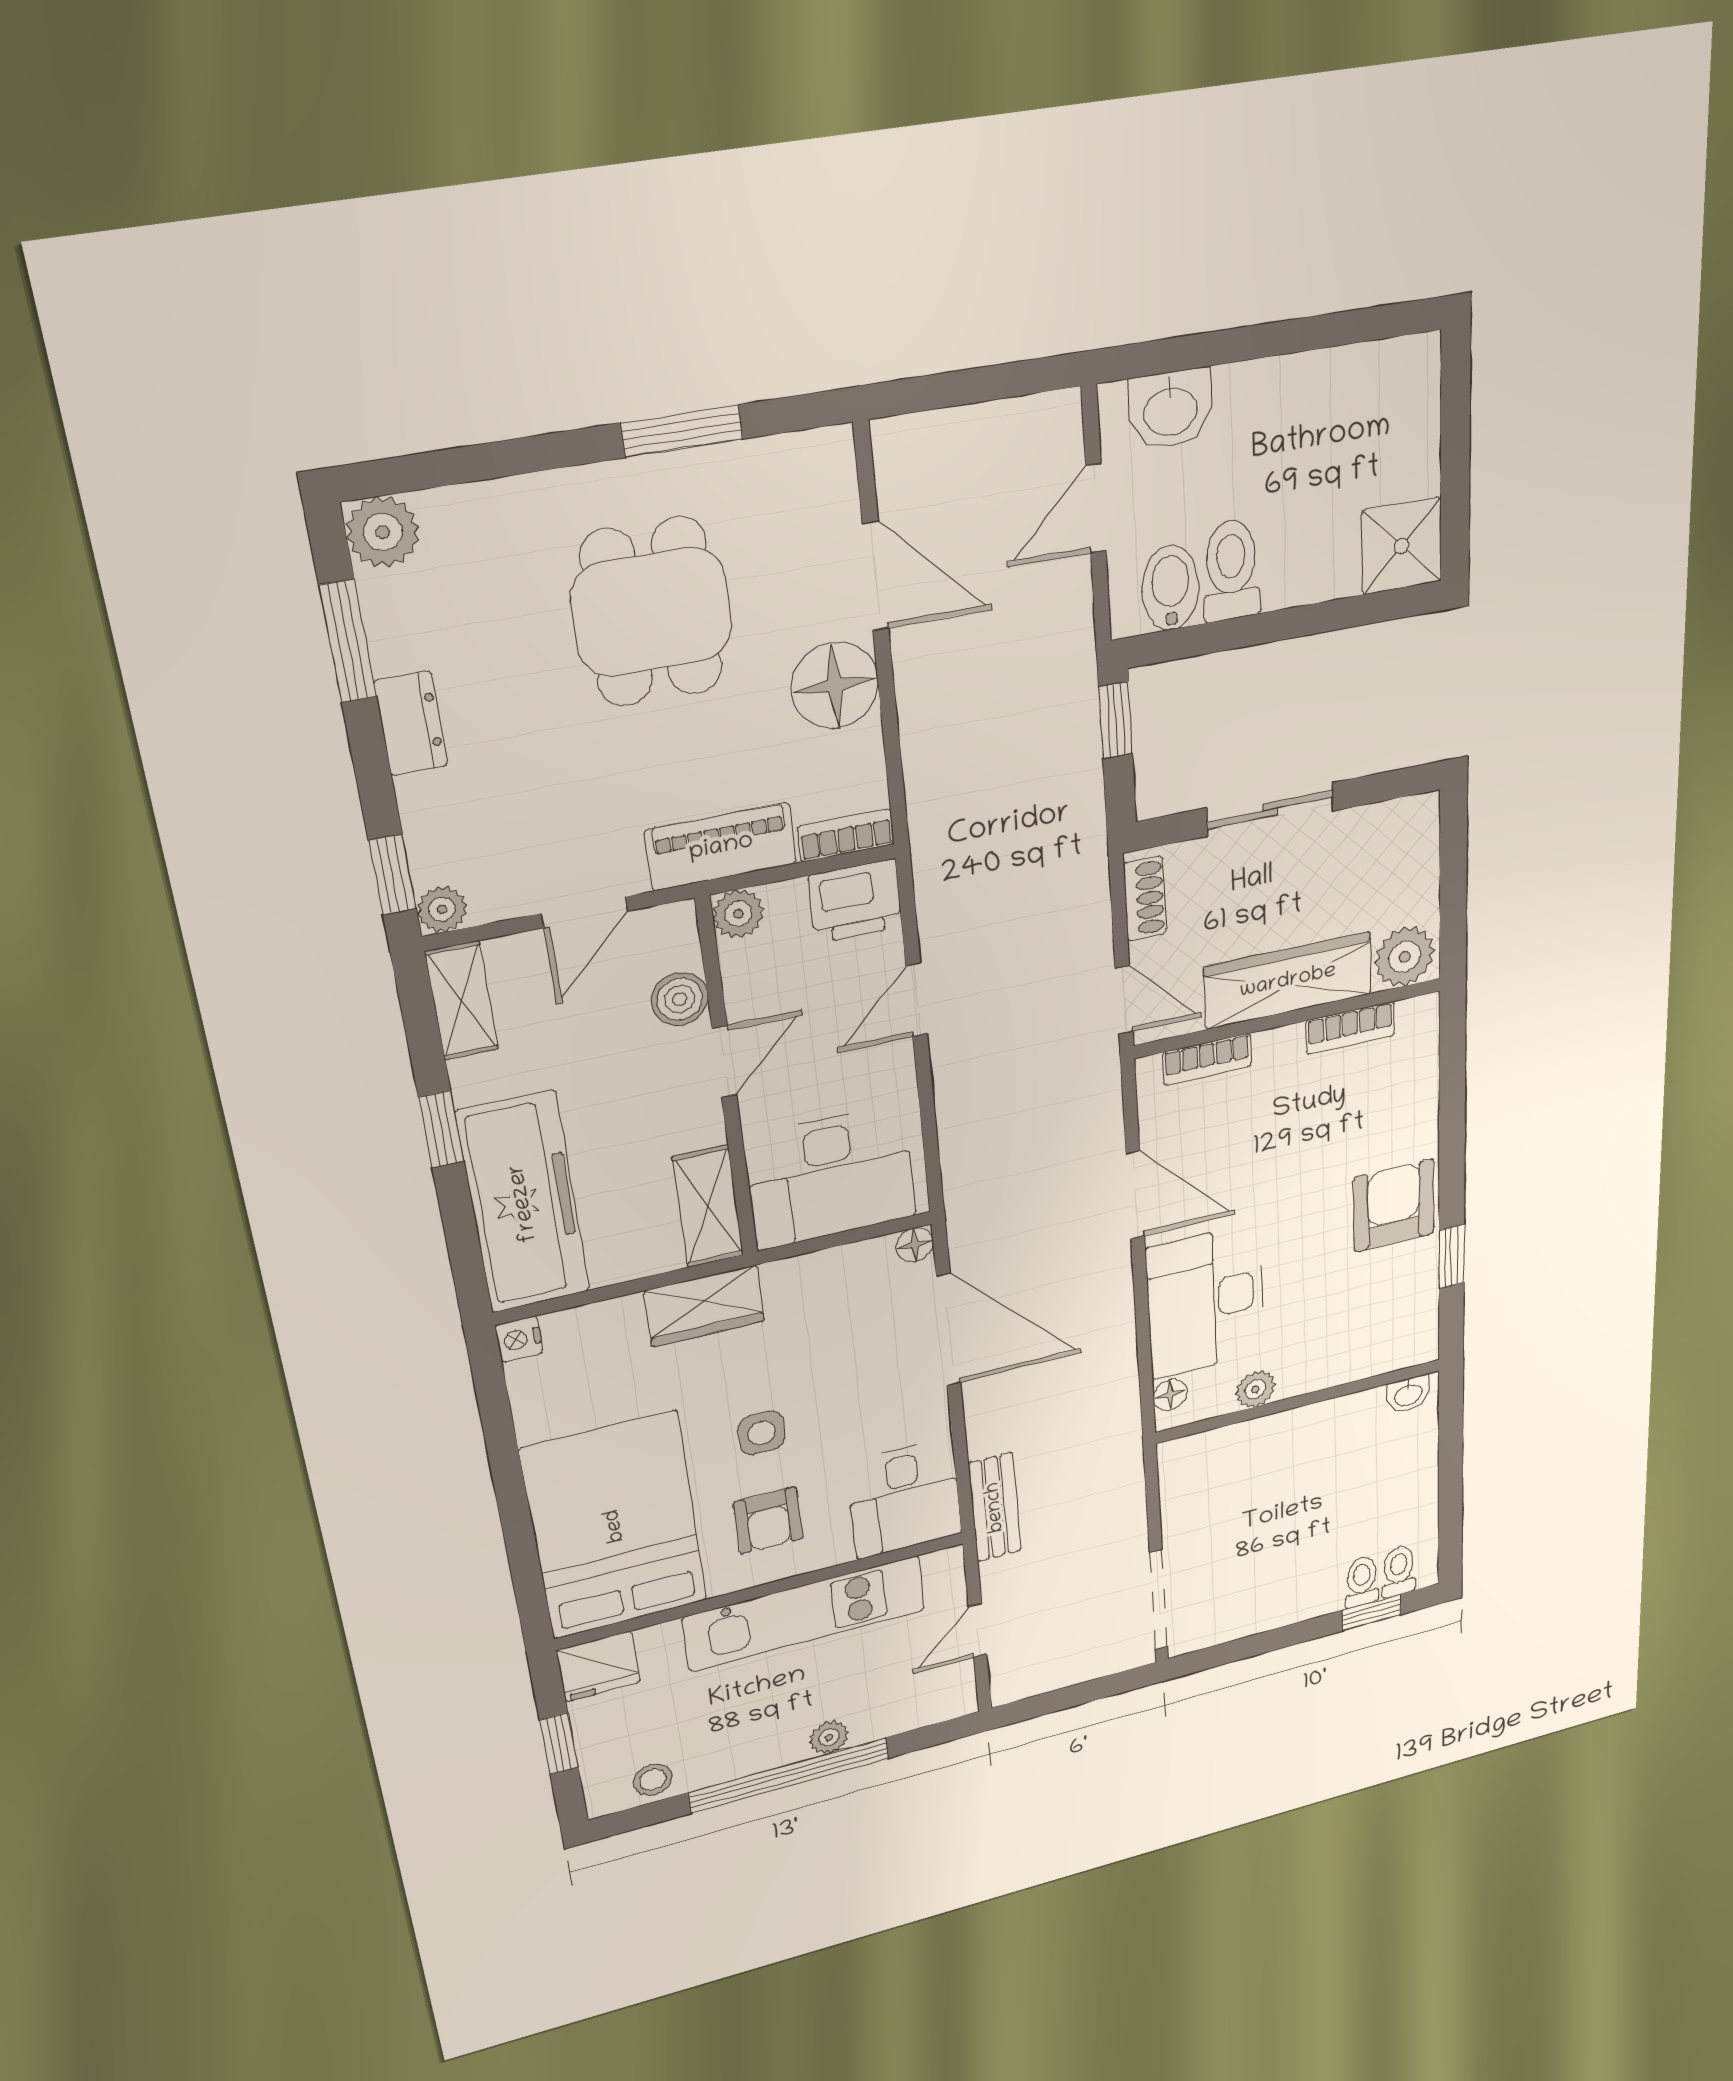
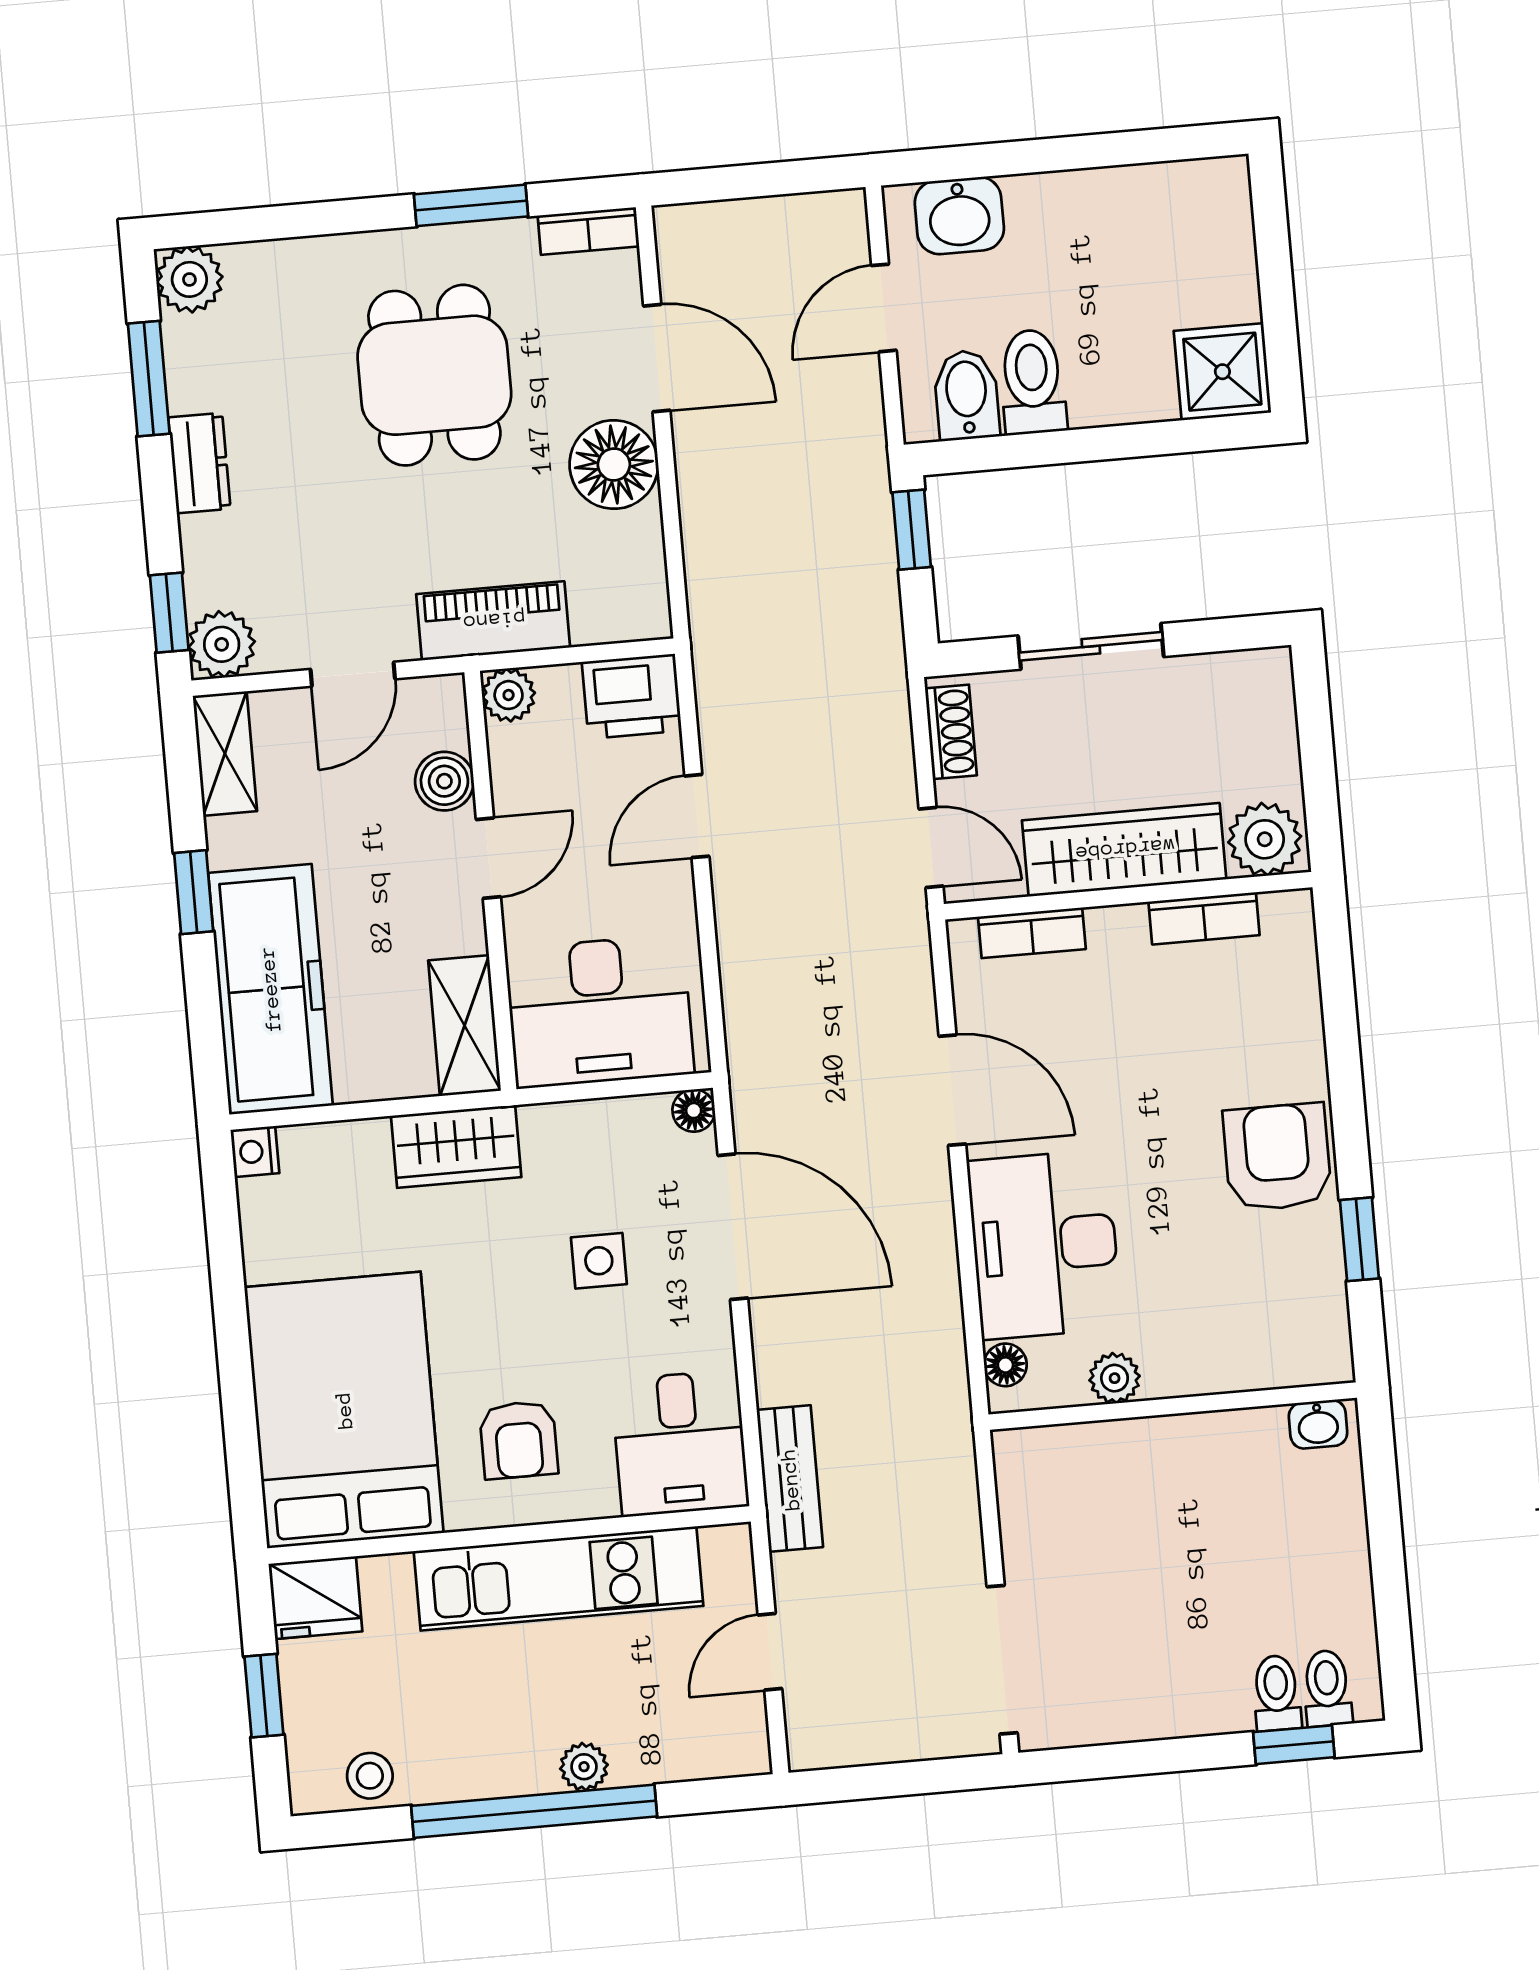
bookcase: (846, 835) -> (588, 231), moved, turned 180
plant: (442, 909) -> (222, 644), width x1.38, depth x1.38
side table: (762, 1433) -> (599, 1261), moved

